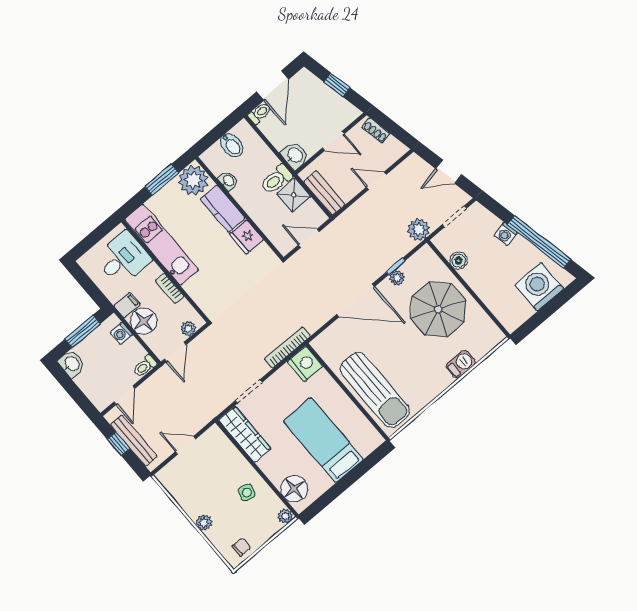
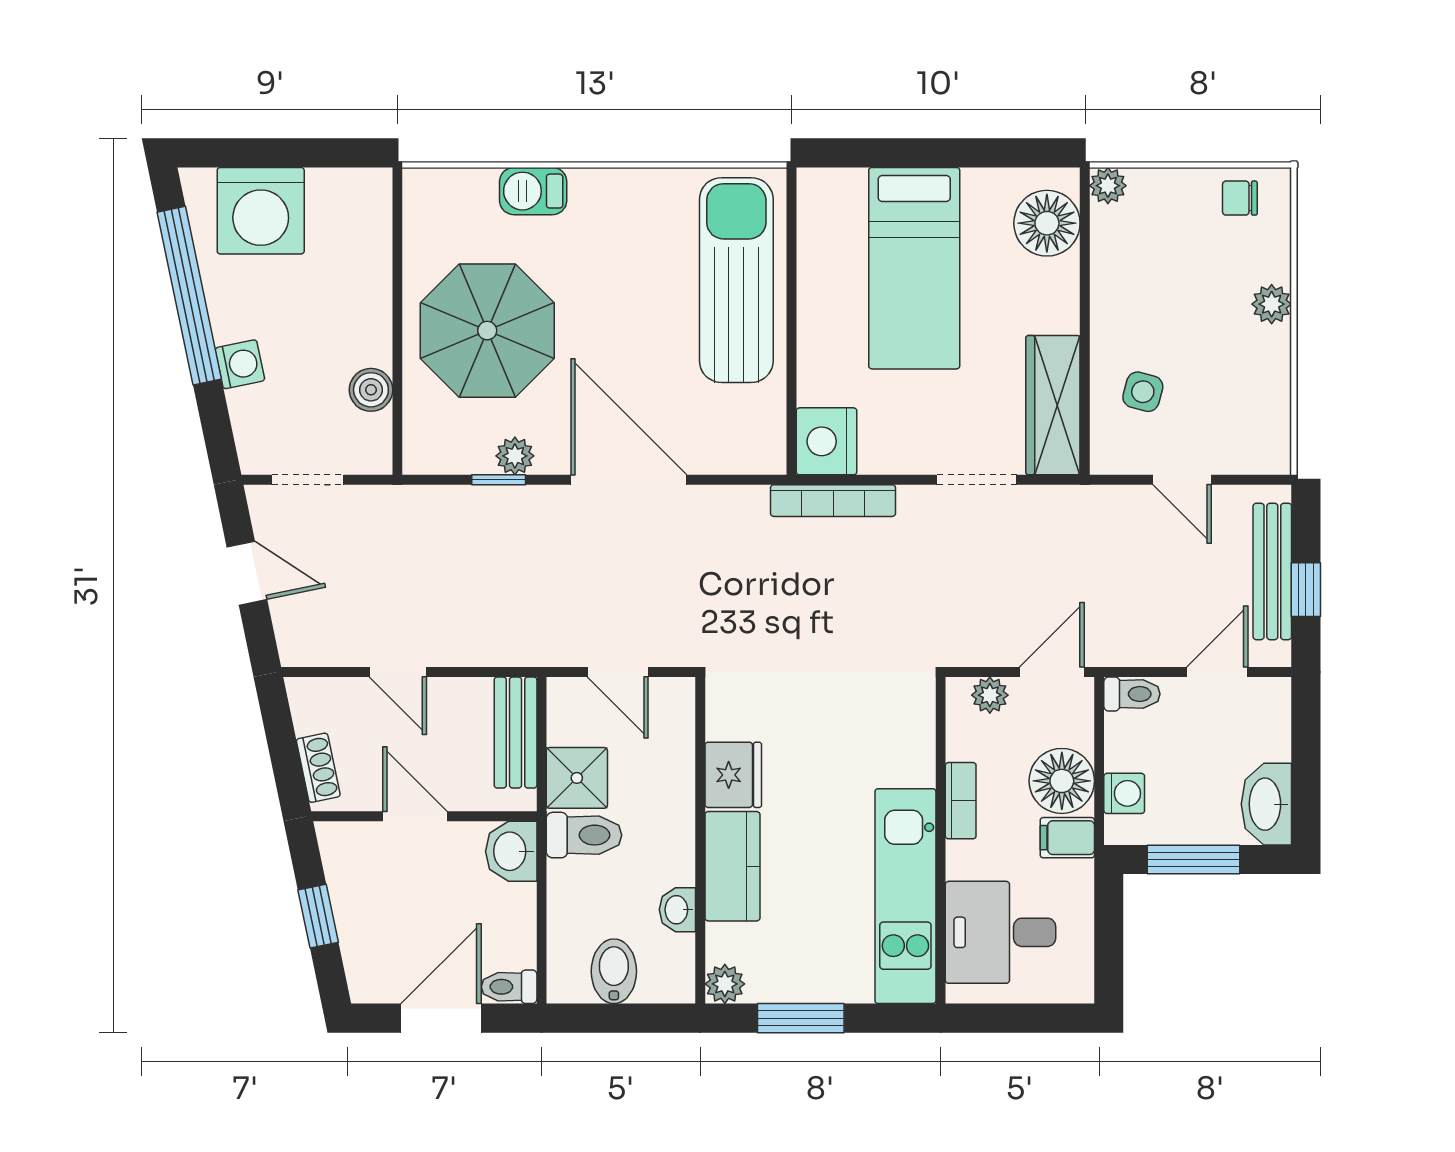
plant: (193, 180) -> (725, 984), width x0.53, depth x0.53
plant: (419, 230) -> (396, 512), removed
washbasin: (72, 364) -> (1266, 804), width x1.38
side table: (247, 492) -> (1143, 392), moved

